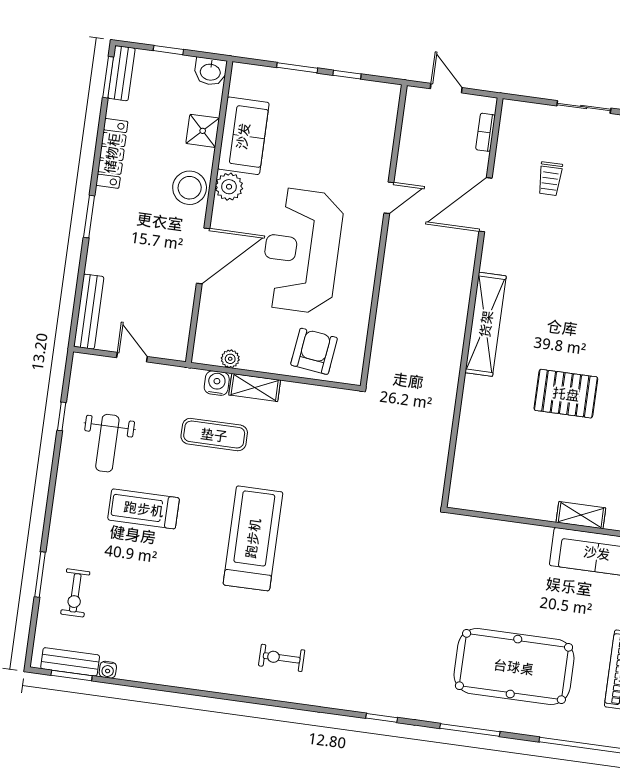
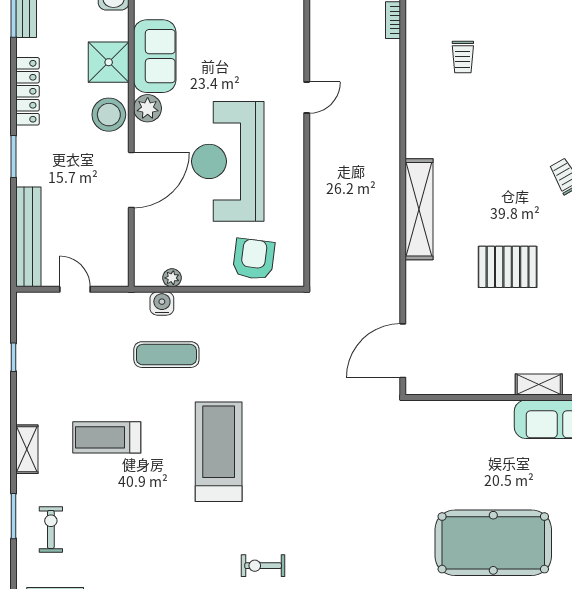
shower: (203, 131) -> (109, 62), width x1.36, depth x1.36
door: (485, 205) -> (403, 351), moved
bench: (89, 312) -> (28, 237), width x1.37, depth x1.21
shelving: (255, 387) -> (27, 449), moved, turned 90
weight bench: (107, 443) -> (62, 377), removed
exercise bike: (75, 593) -> (51, 529), turned 180

